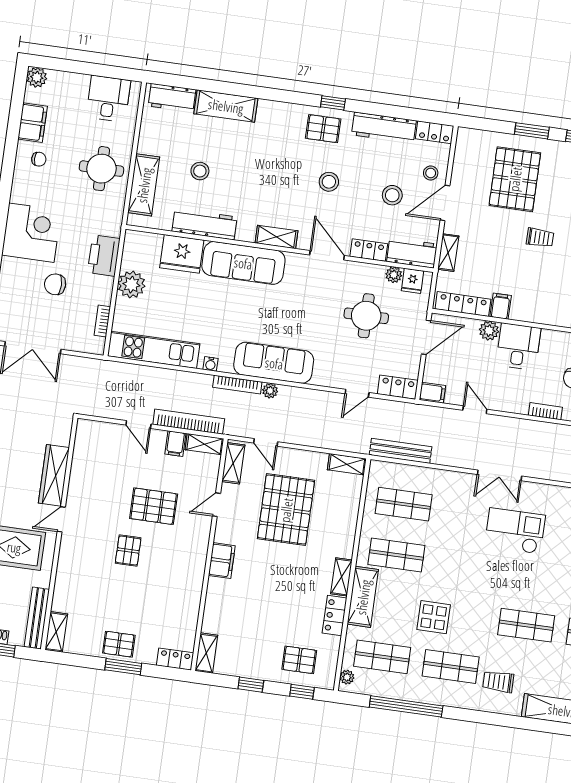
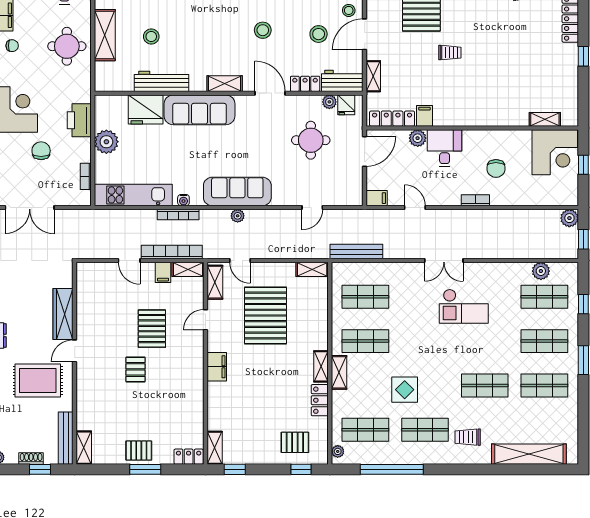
shelving: (144, 185) -> (105, 35), moved
chair: (55, 284) -> (41, 151), turned 90
bookcase: (237, 385) -> (178, 215), moved
locker: (398, 387) -> (346, 197), removed
pallet: (154, 506) -> (152, 329), turned 90
checkout: (515, 531) -> (464, 306), turned 180
shelving: (363, 597) -> (339, 372), width x0.67, depth x0.75
window: (251, 685) -> (235, 469), moved

